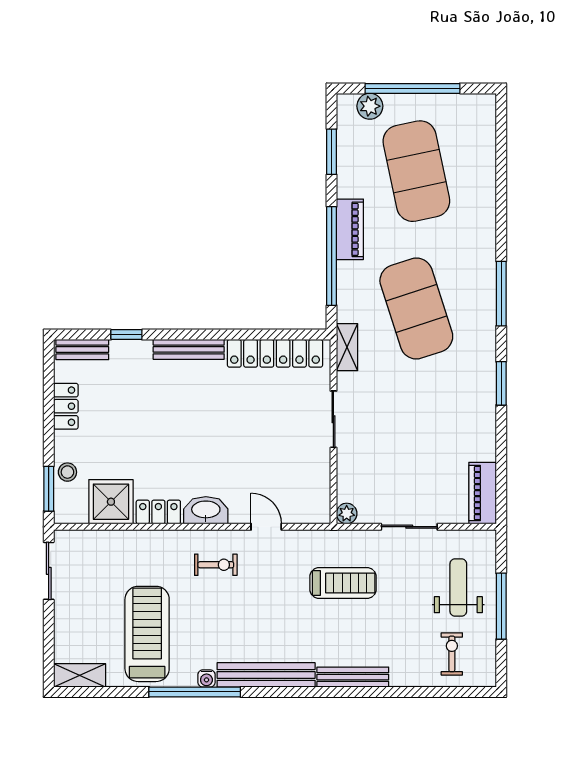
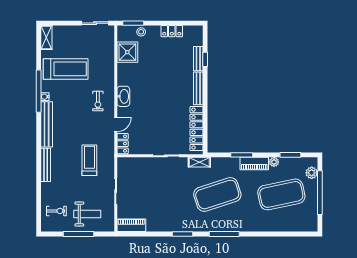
window: (332, 256) -> (242, 155), width x0.47
bench: (82, 350) -> (198, 59), moved
locker: (158, 512) -> (123, 144), moved
plant: (347, 514) -> (274, 162), moved
treadmill: (343, 583) -> (89, 160), turned 180

